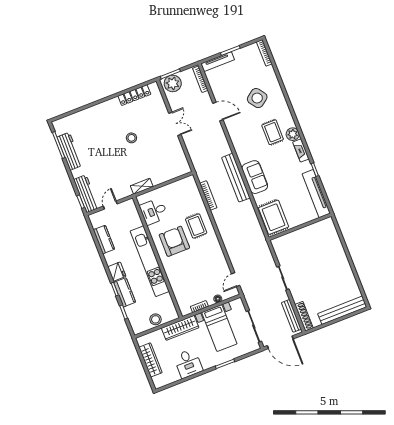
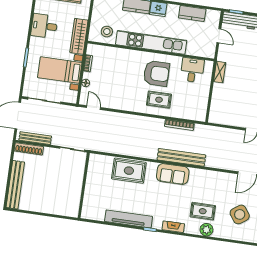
plant: (293, 134) -> (206, 230), moved
wall: (300, 227) -> (84, 185), moved
stool: (156, 319) -> (107, 32), moved

